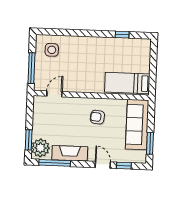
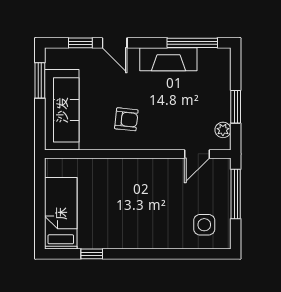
bed: (127, 83) -> (61, 213), moved, turned -90
window: (29, 140) -> (236, 107), moved
plant: (40, 148) -> (223, 130), moved, width x0.53, depth x0.53

